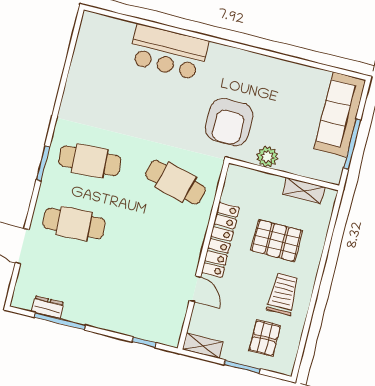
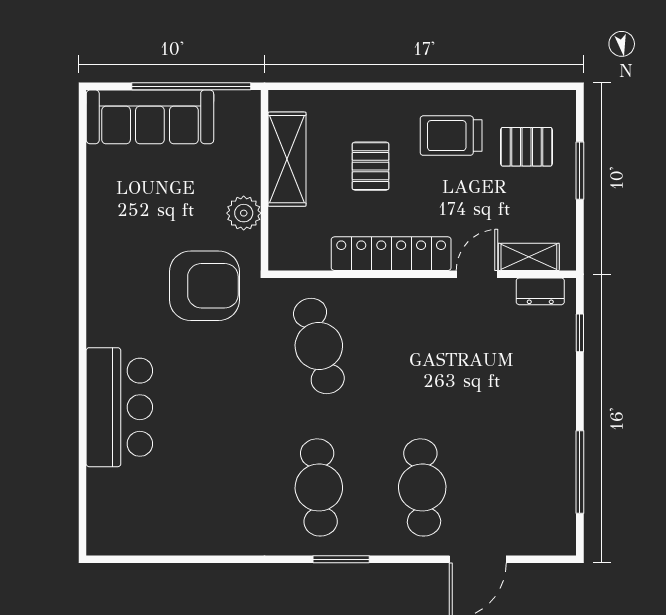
window: (352, 144) -> (191, 86), width x1.46
cafe table: (175, 182) -> (319, 346), turned -30
shelving: (304, 191) -> (287, 159), width x1.50, depth x1.33
pallet: (277, 241) -> (371, 166), width x0.67, depth x0.71
dresser: (48, 307) -> (540, 291), moved, turned -90
shelving: (203, 346) -> (529, 257), moved, turned 90

